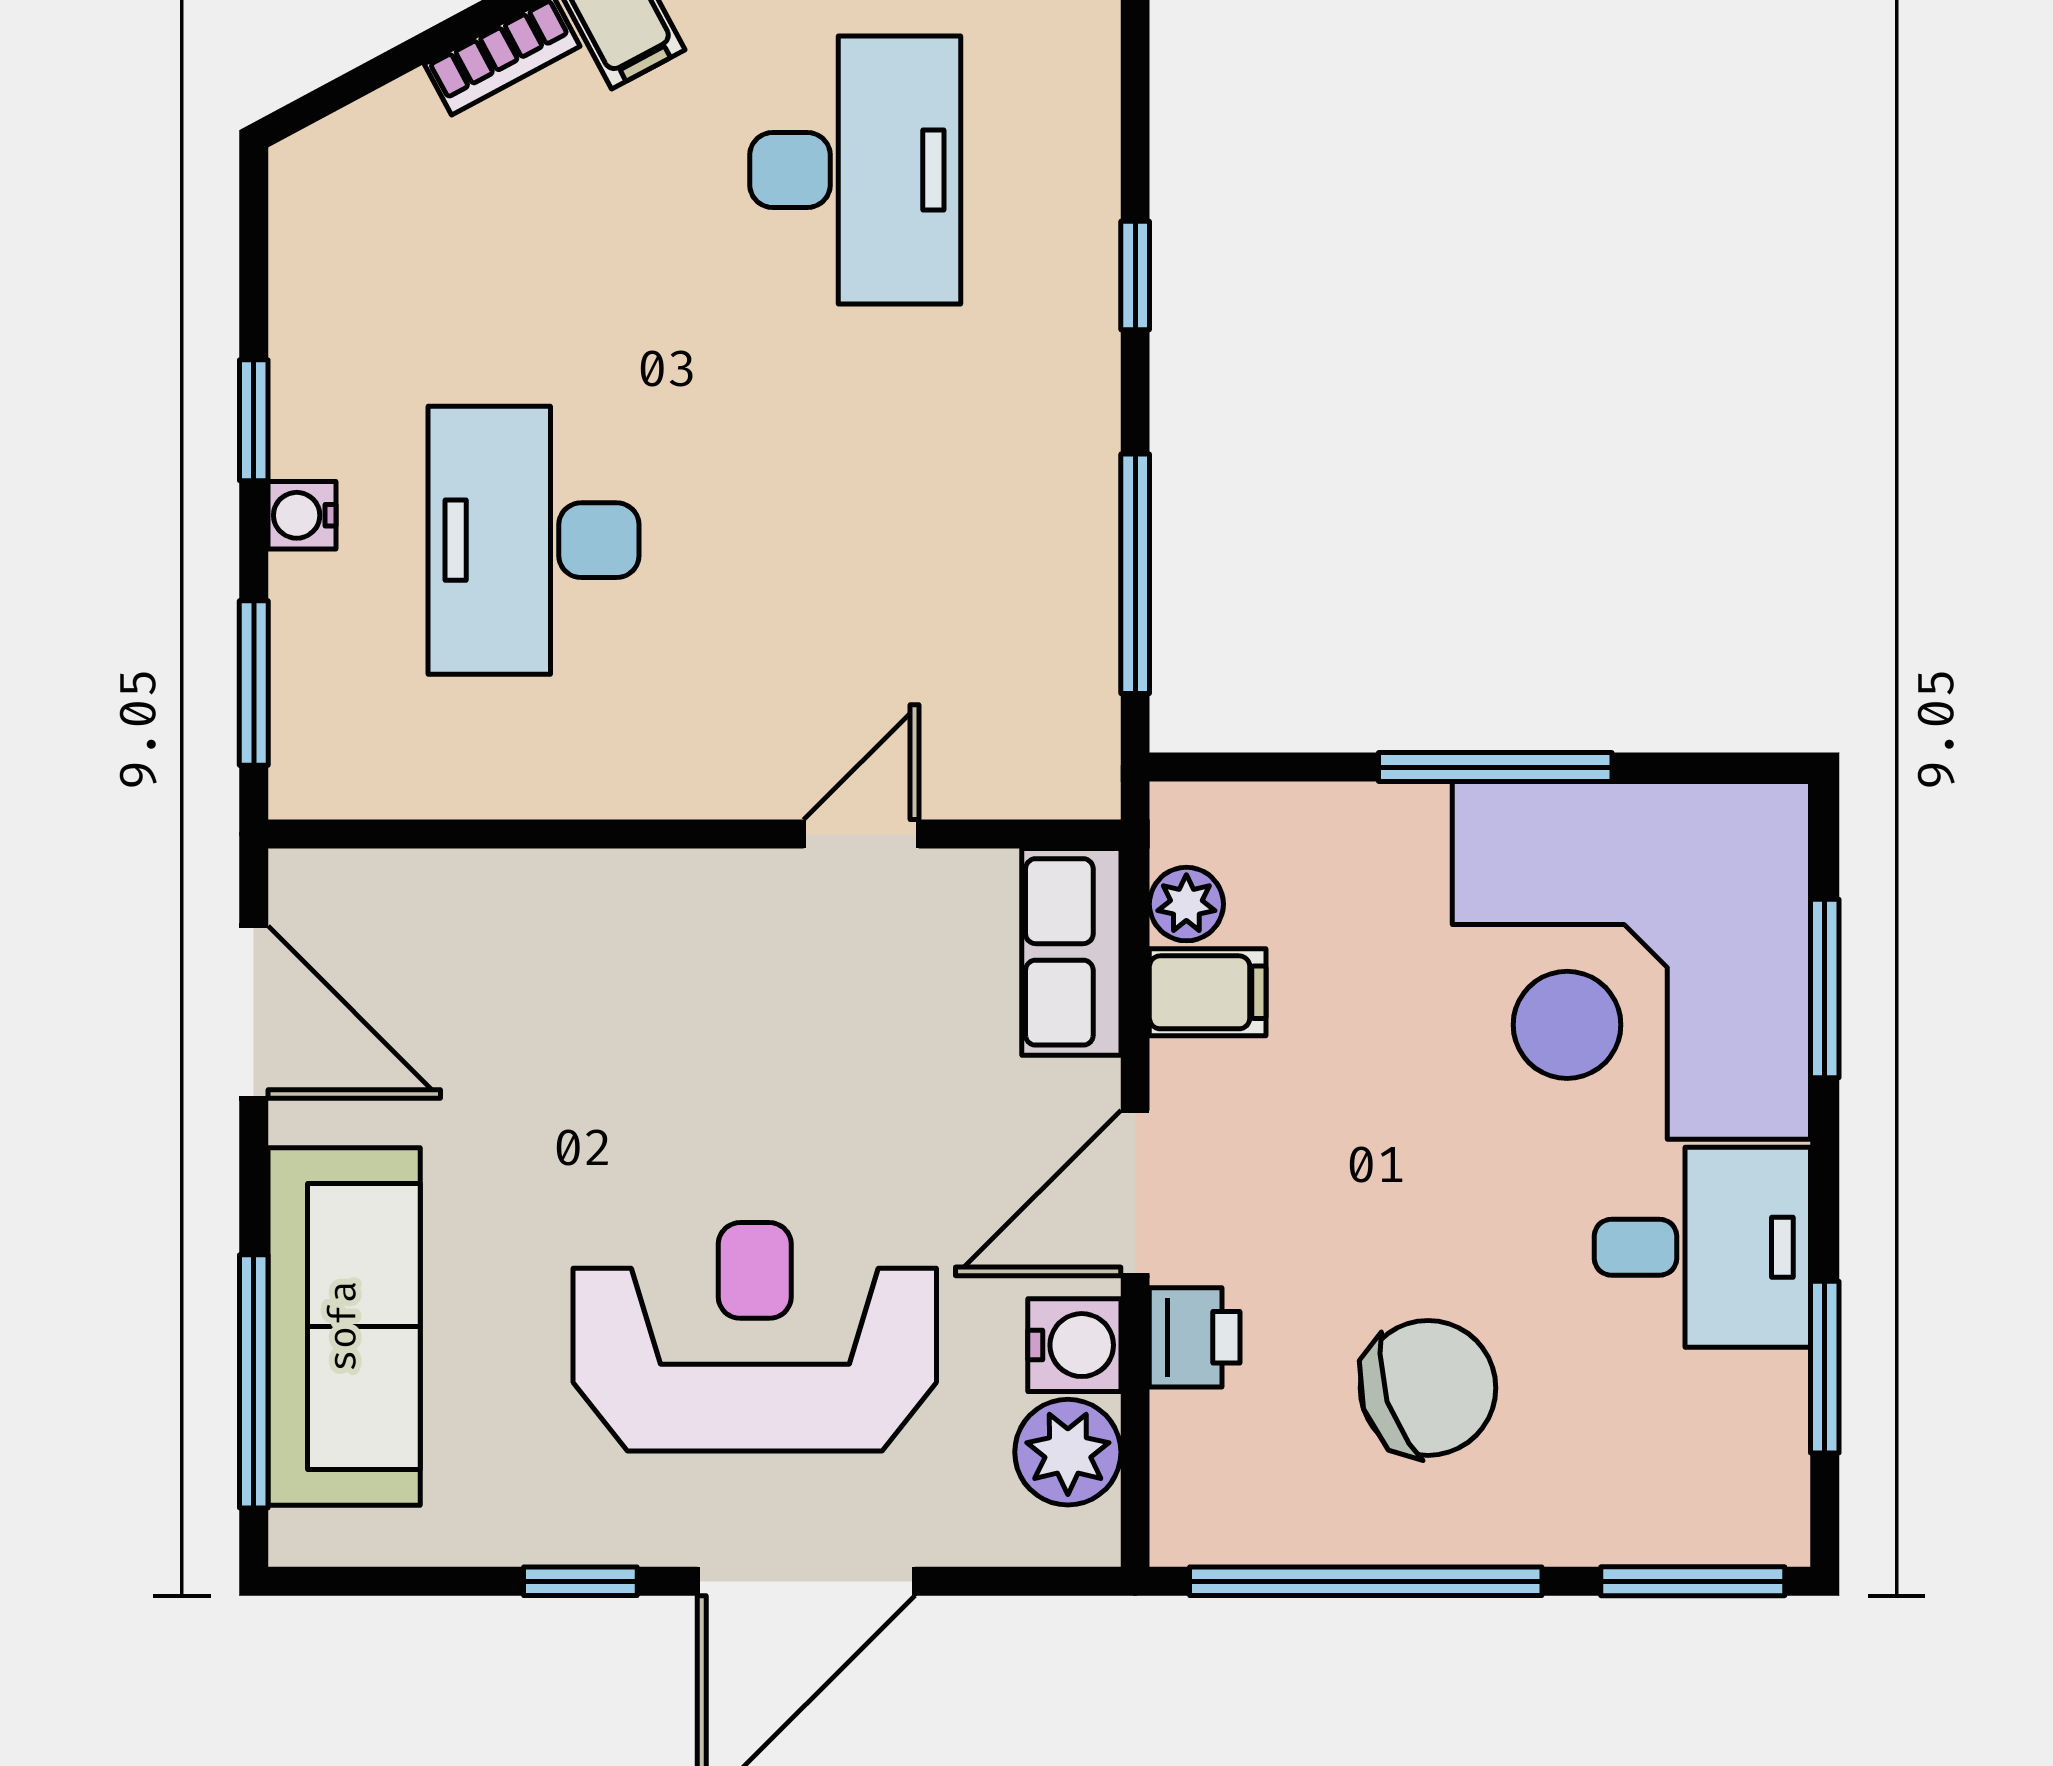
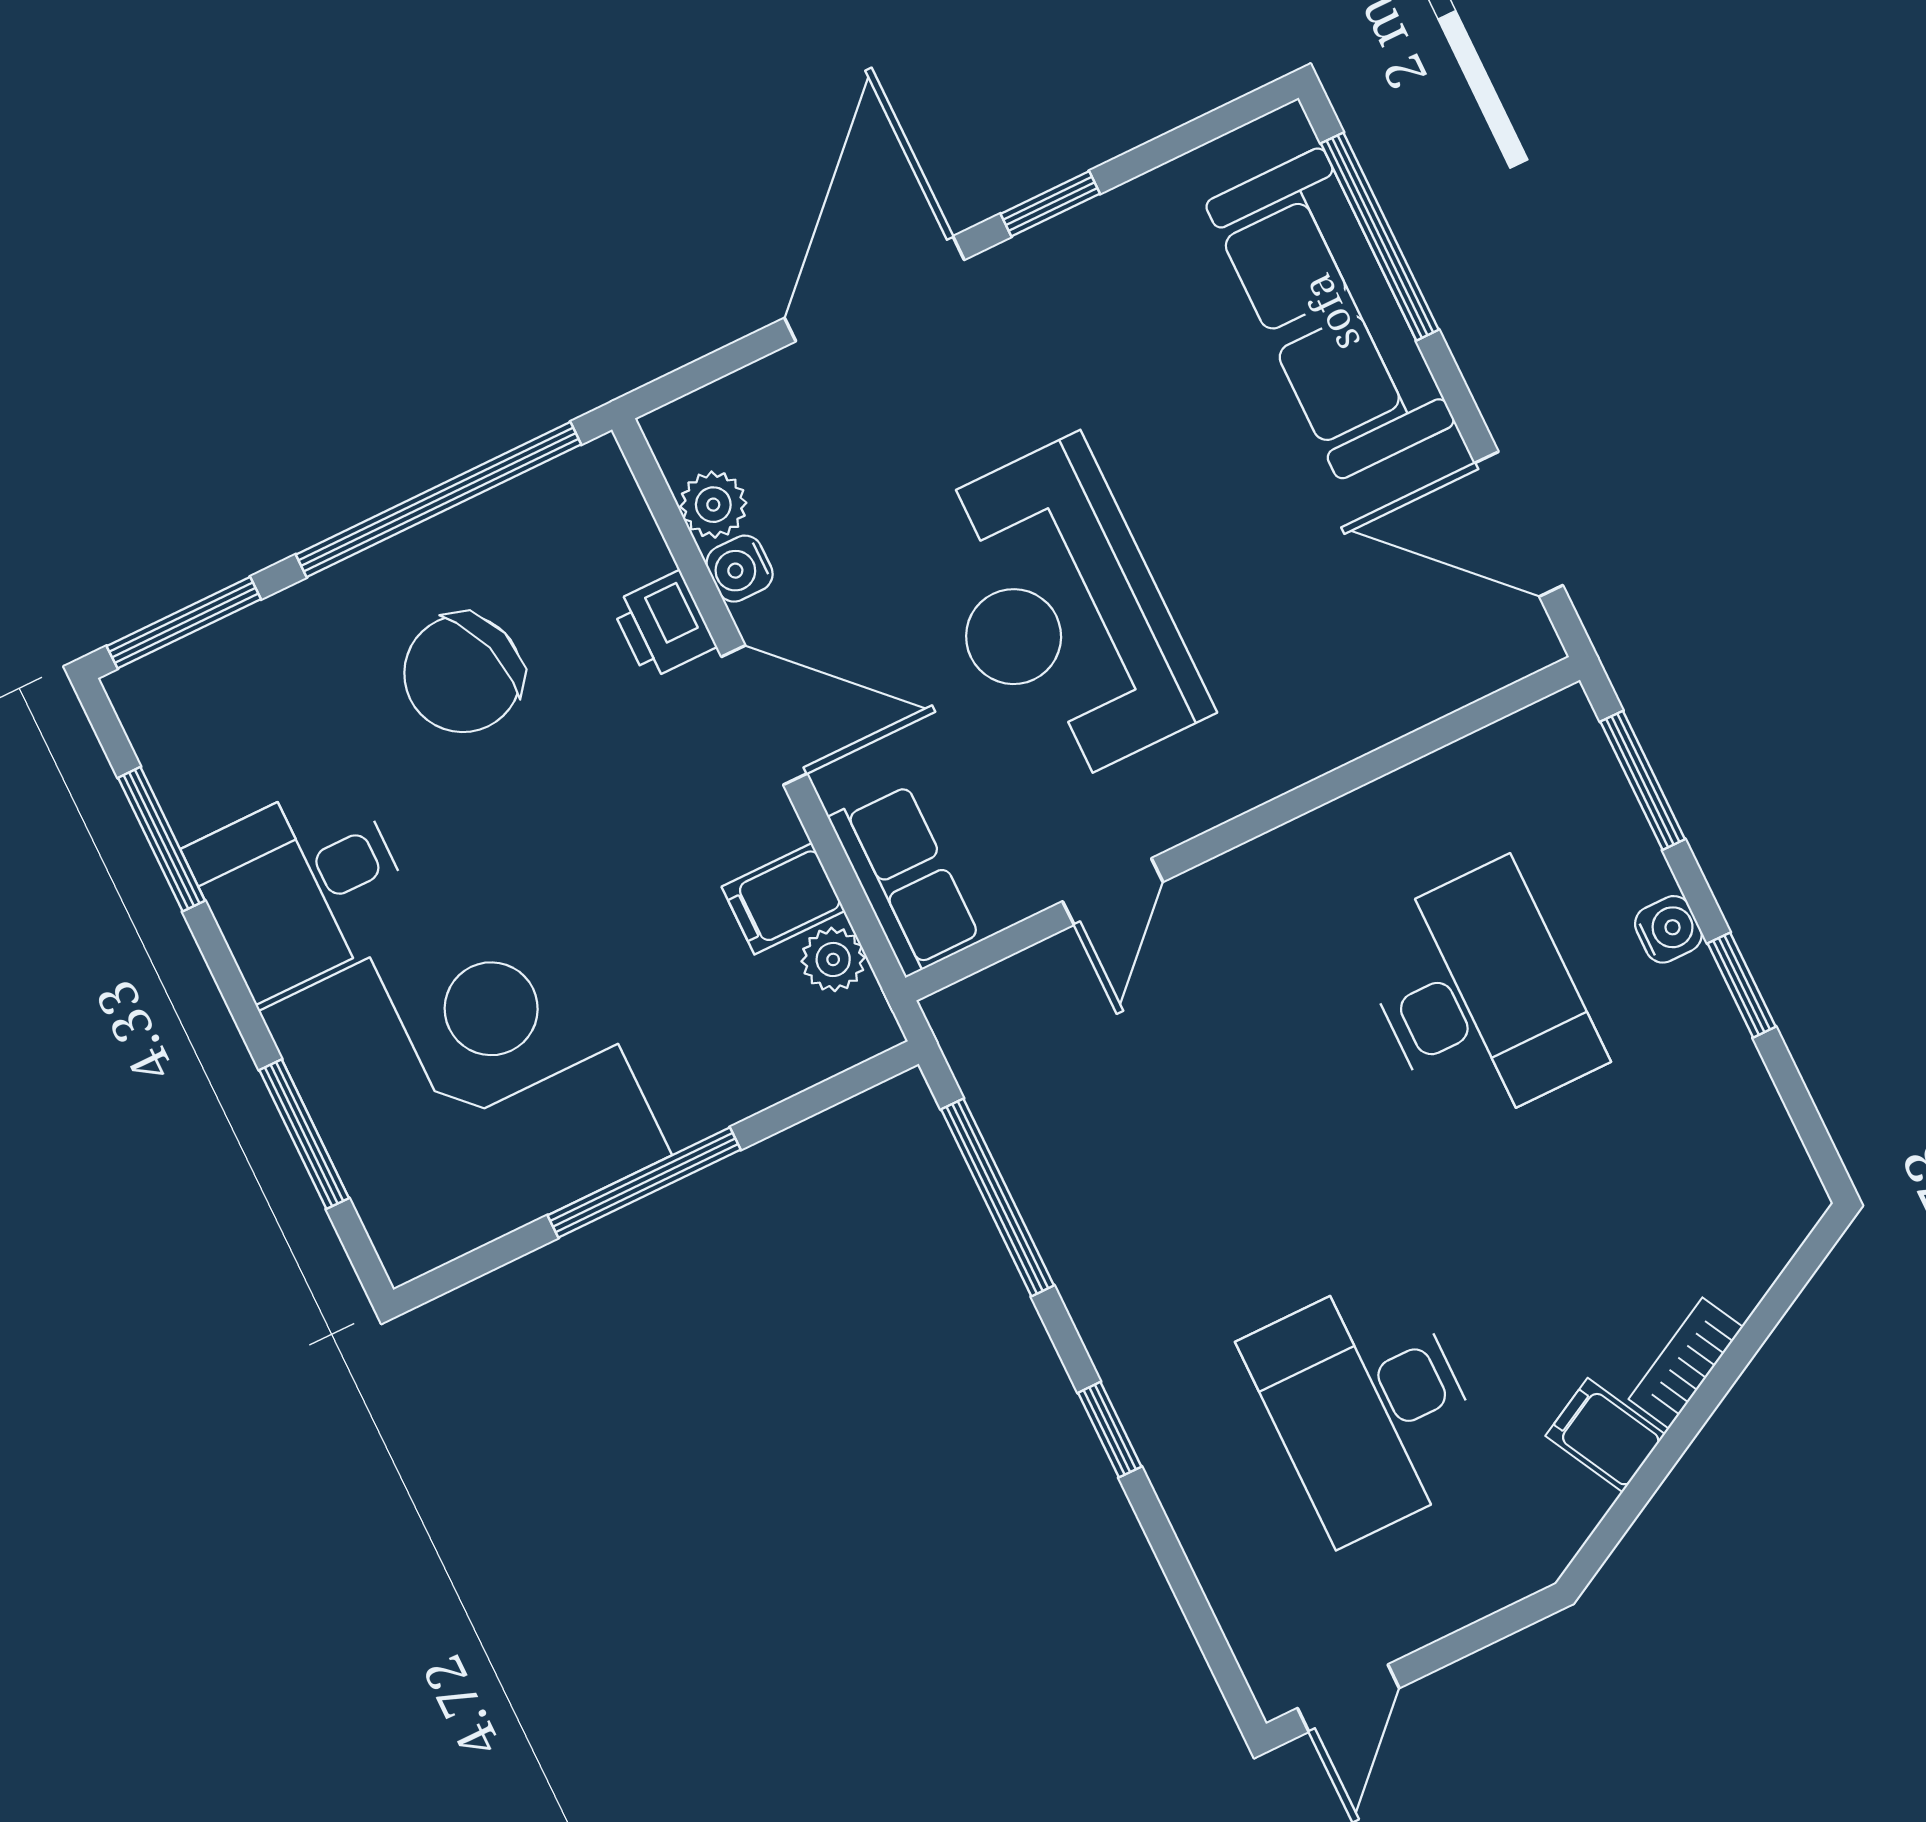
door: (1135, 1193) -> (764, 715), hinge flipped
reception desk: (755, 1337) -> (1060, 614), moved, turned 90
water cooler: (1074, 1345) -> (740, 569), width x0.72, depth x0.72
plant: (1068, 1452) -> (713, 505), width x0.73, depth x0.73

